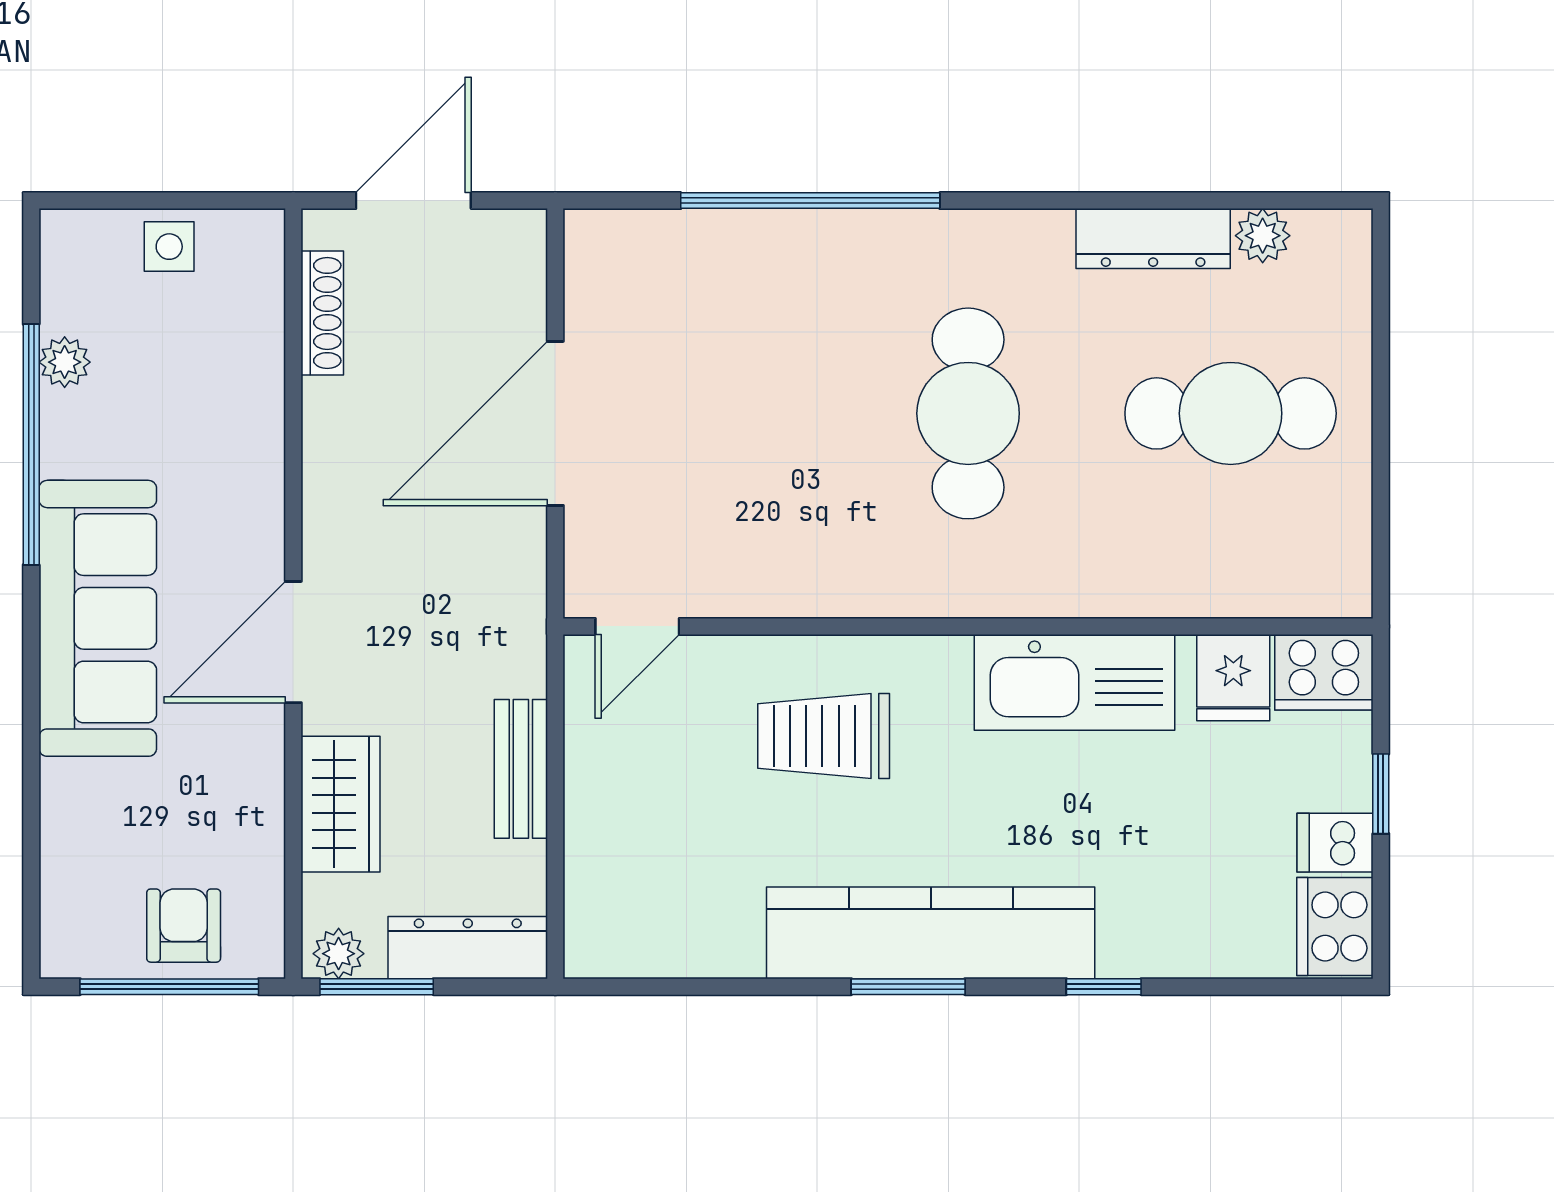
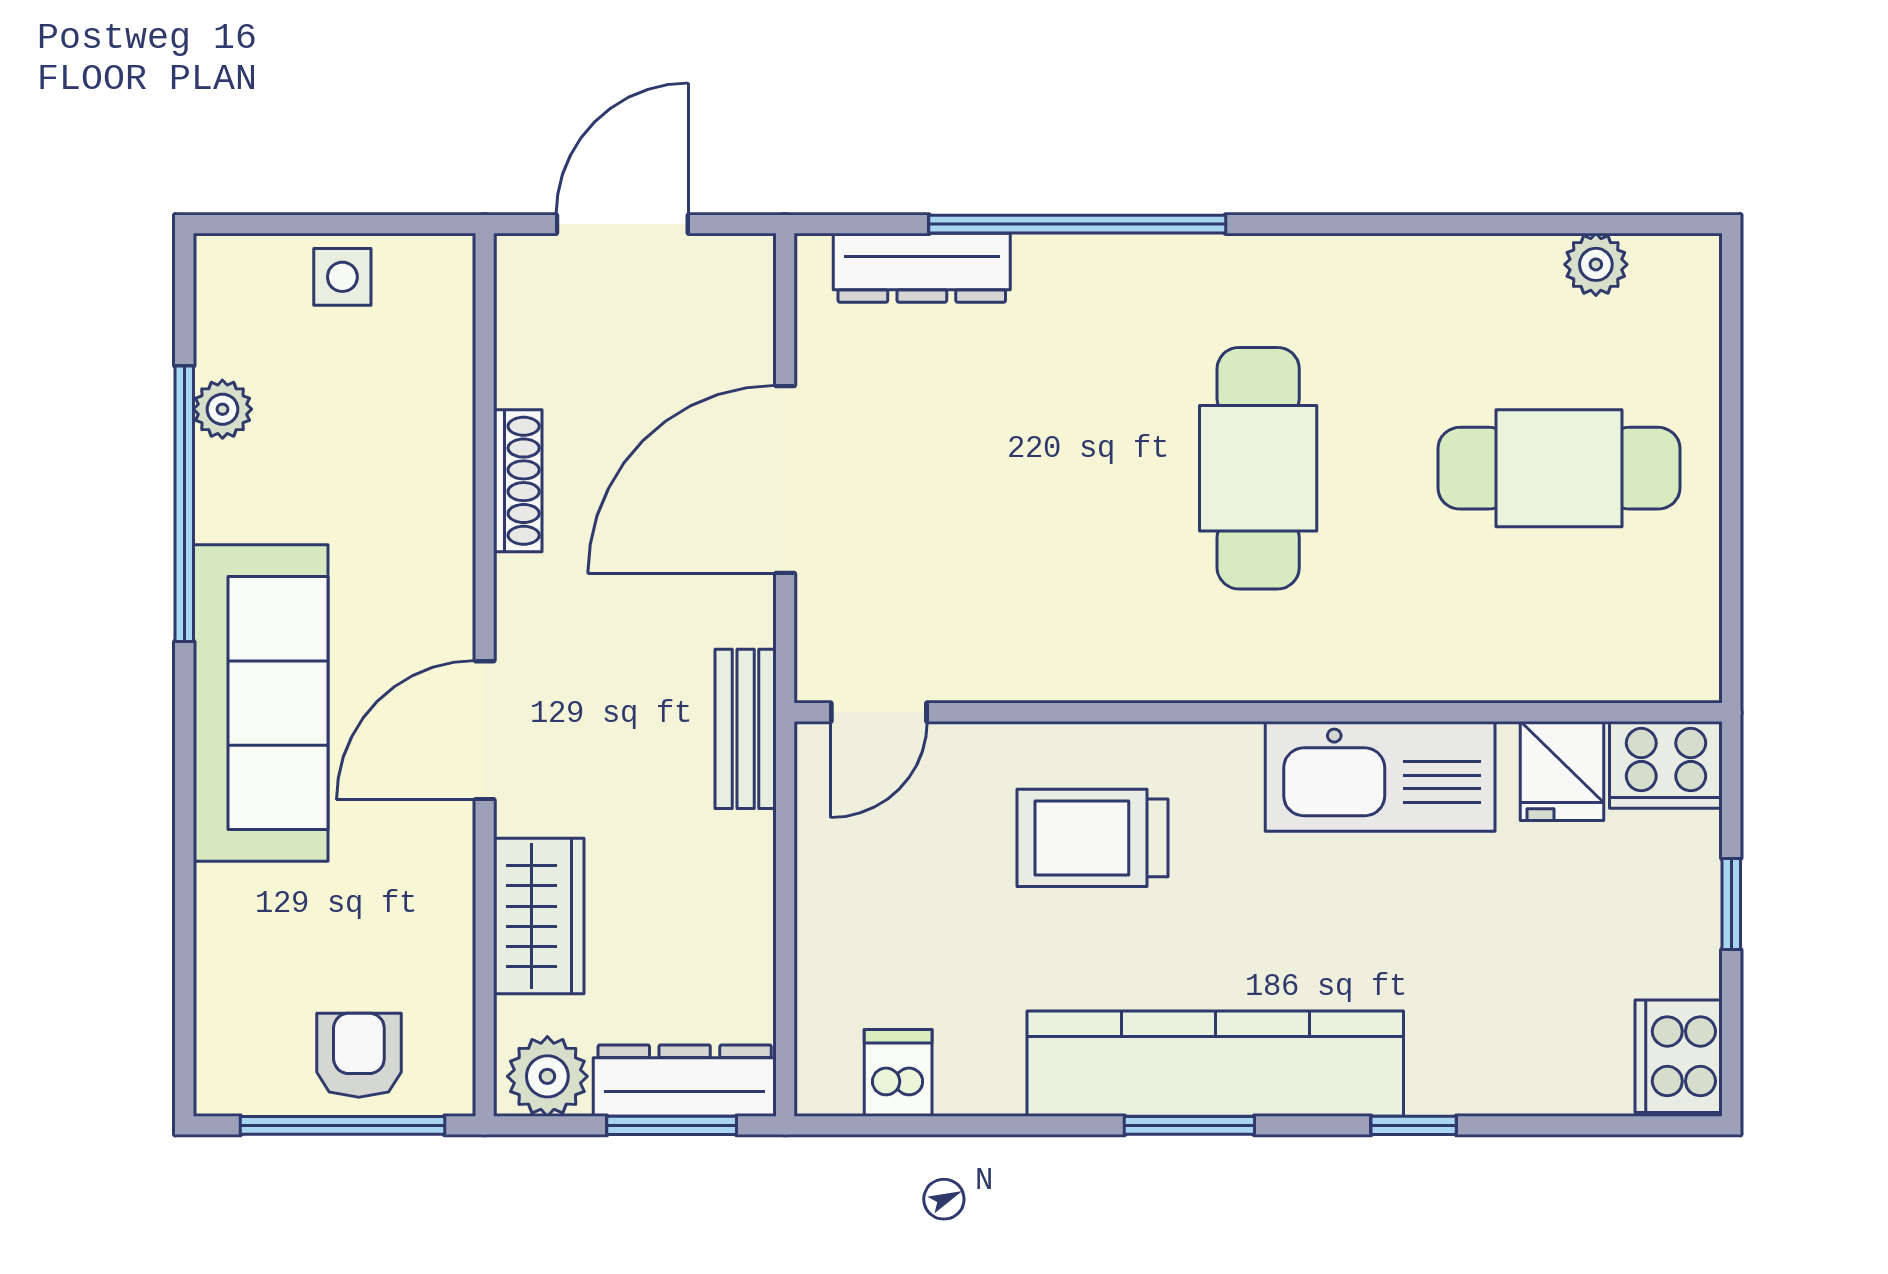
dresser: (1153, 239) -> (922, 268), moved
shoe rack: (322, 313) -> (518, 481), moved
bench: (521, 769) -> (746, 729), moved
dishwasher: (1335, 843) -> (898, 1073), moved, turned 90
plant: (339, 954) -> (547, 1076), width x1.38, depth x1.38
window: (377, 987) -> (672, 1125), moved

